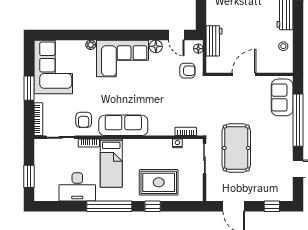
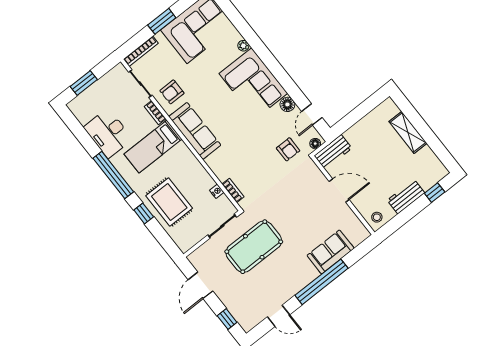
door: (244, 74) -> (339, 190), moved
wall: (249, 74) -> (343, 195), moved

